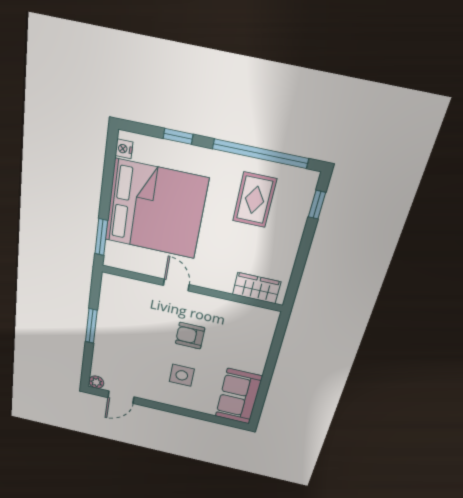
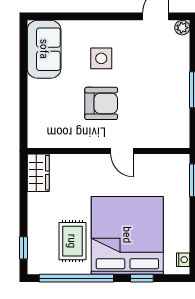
bed: (155, 209) -> (127, 235), moved, turned 90
wardrobe: (257, 288) -> (38, 173), moved, turned -90
armchair: (190, 336) -> (101, 103), width x1.38, depth x1.38

